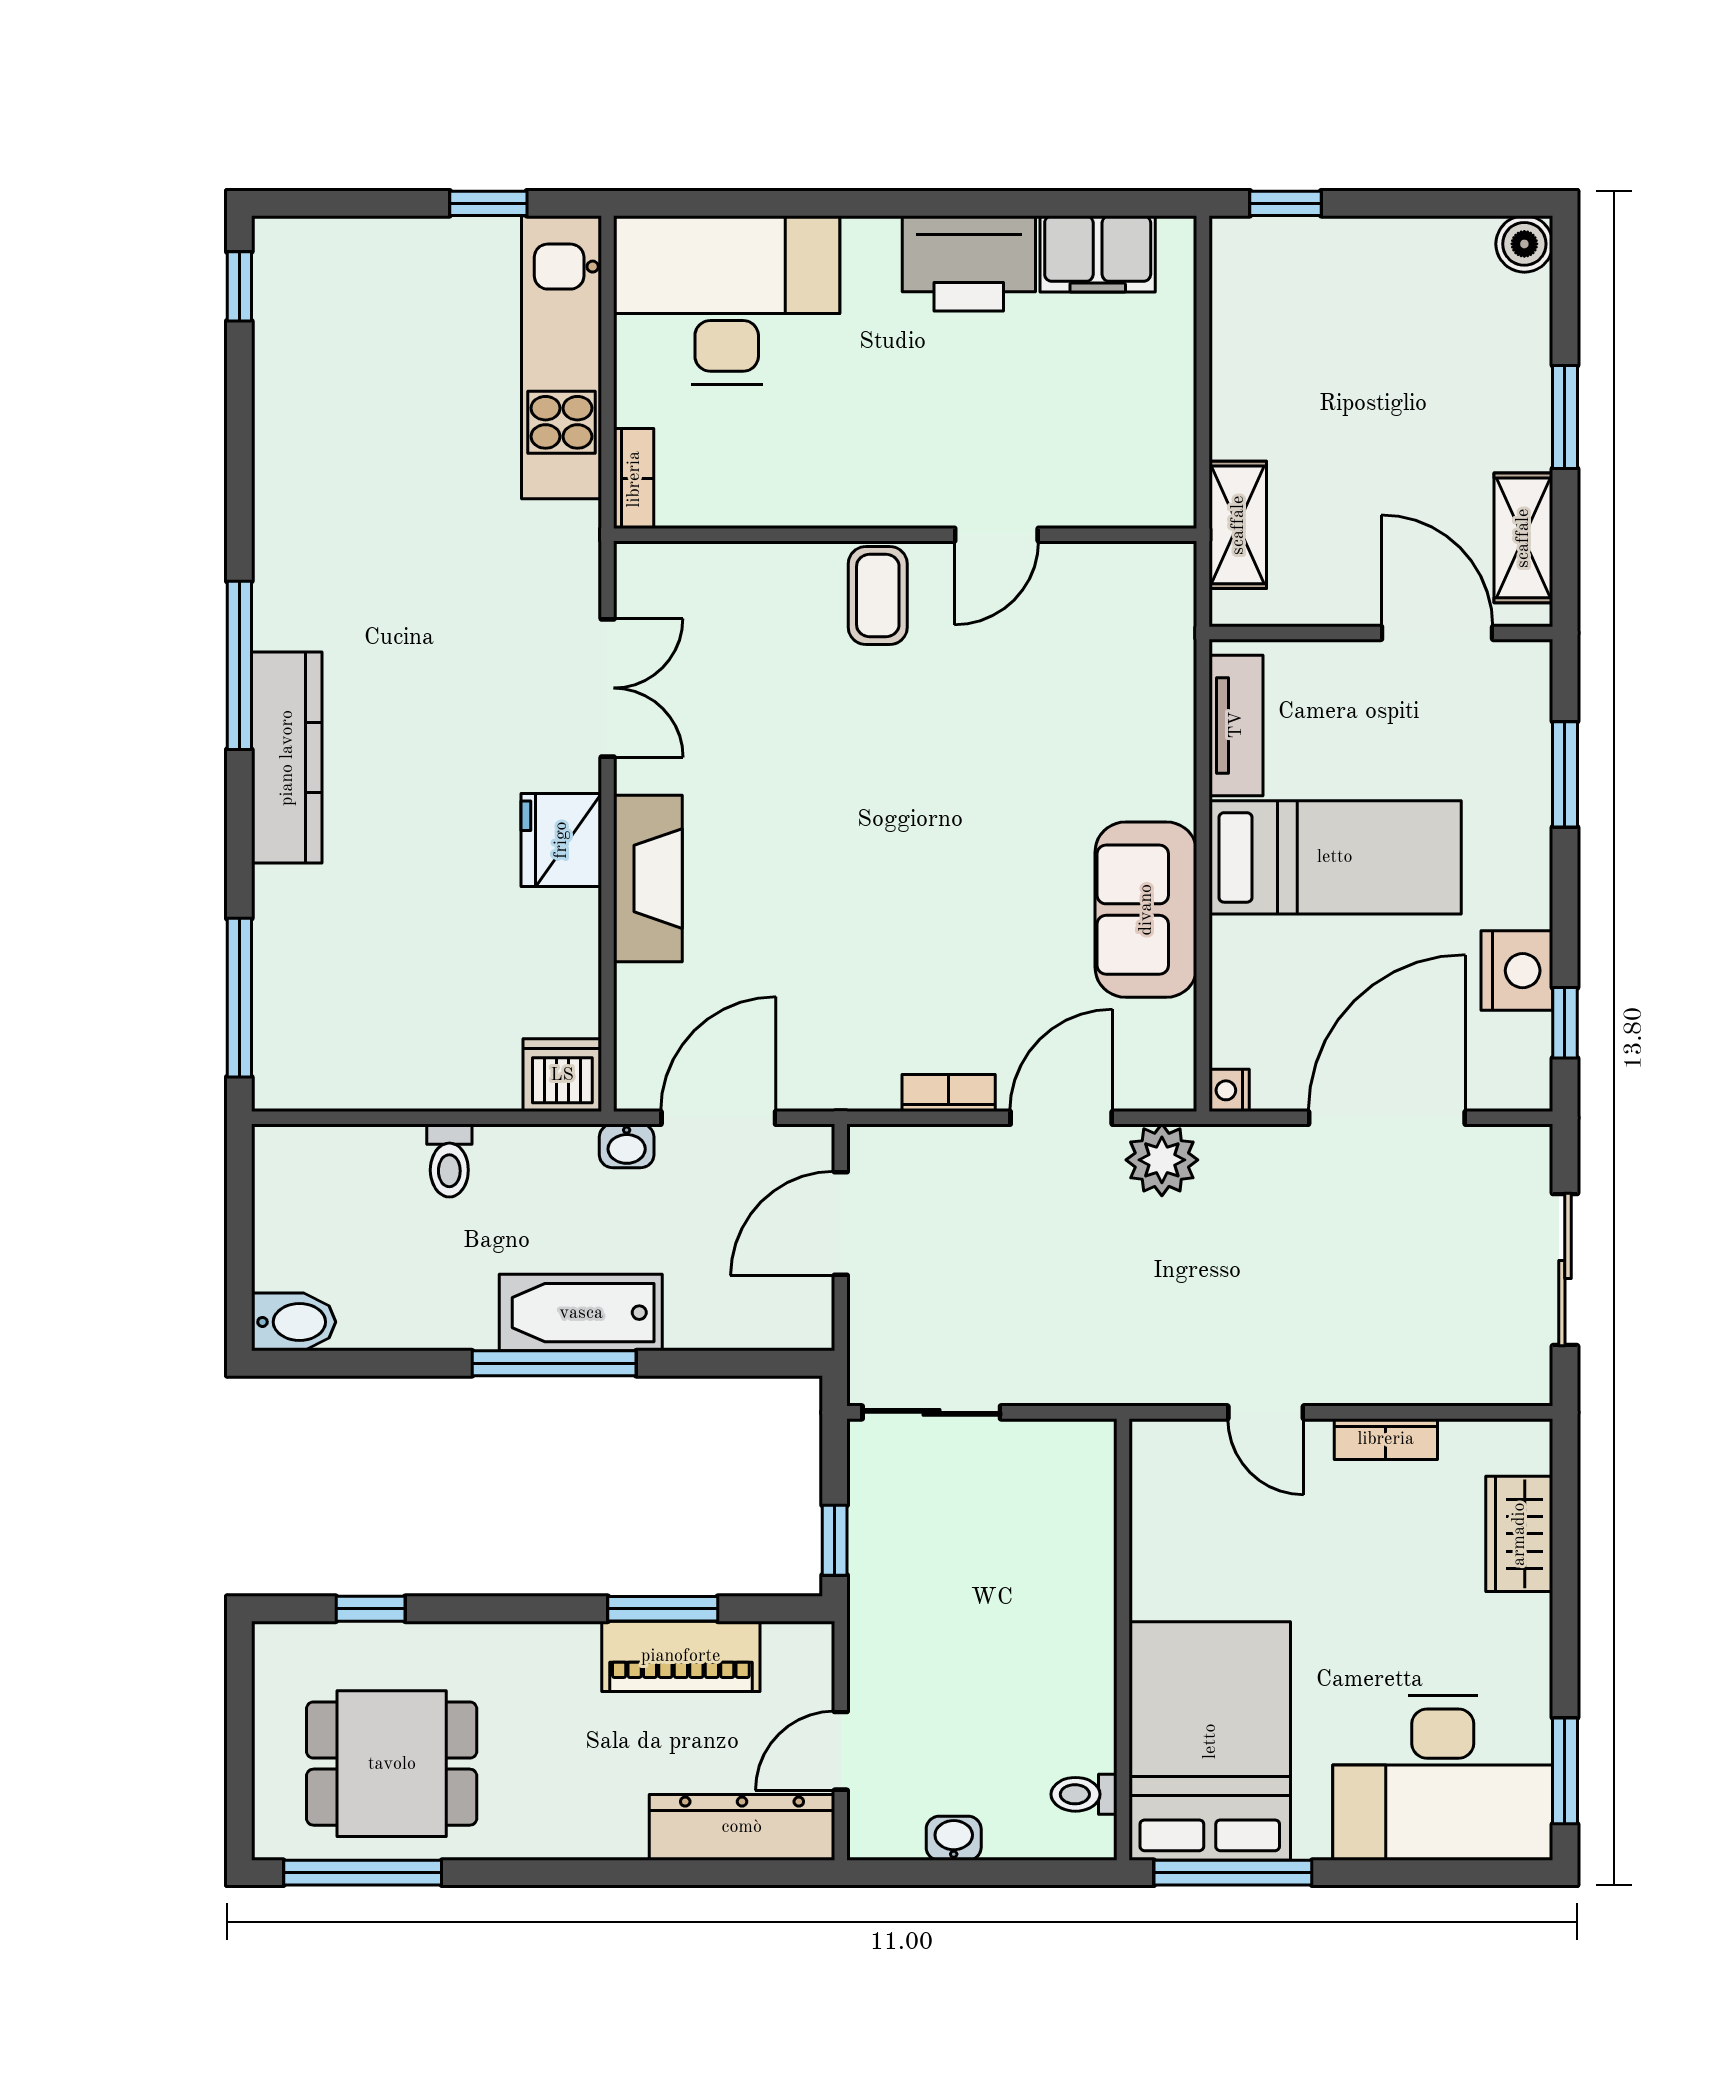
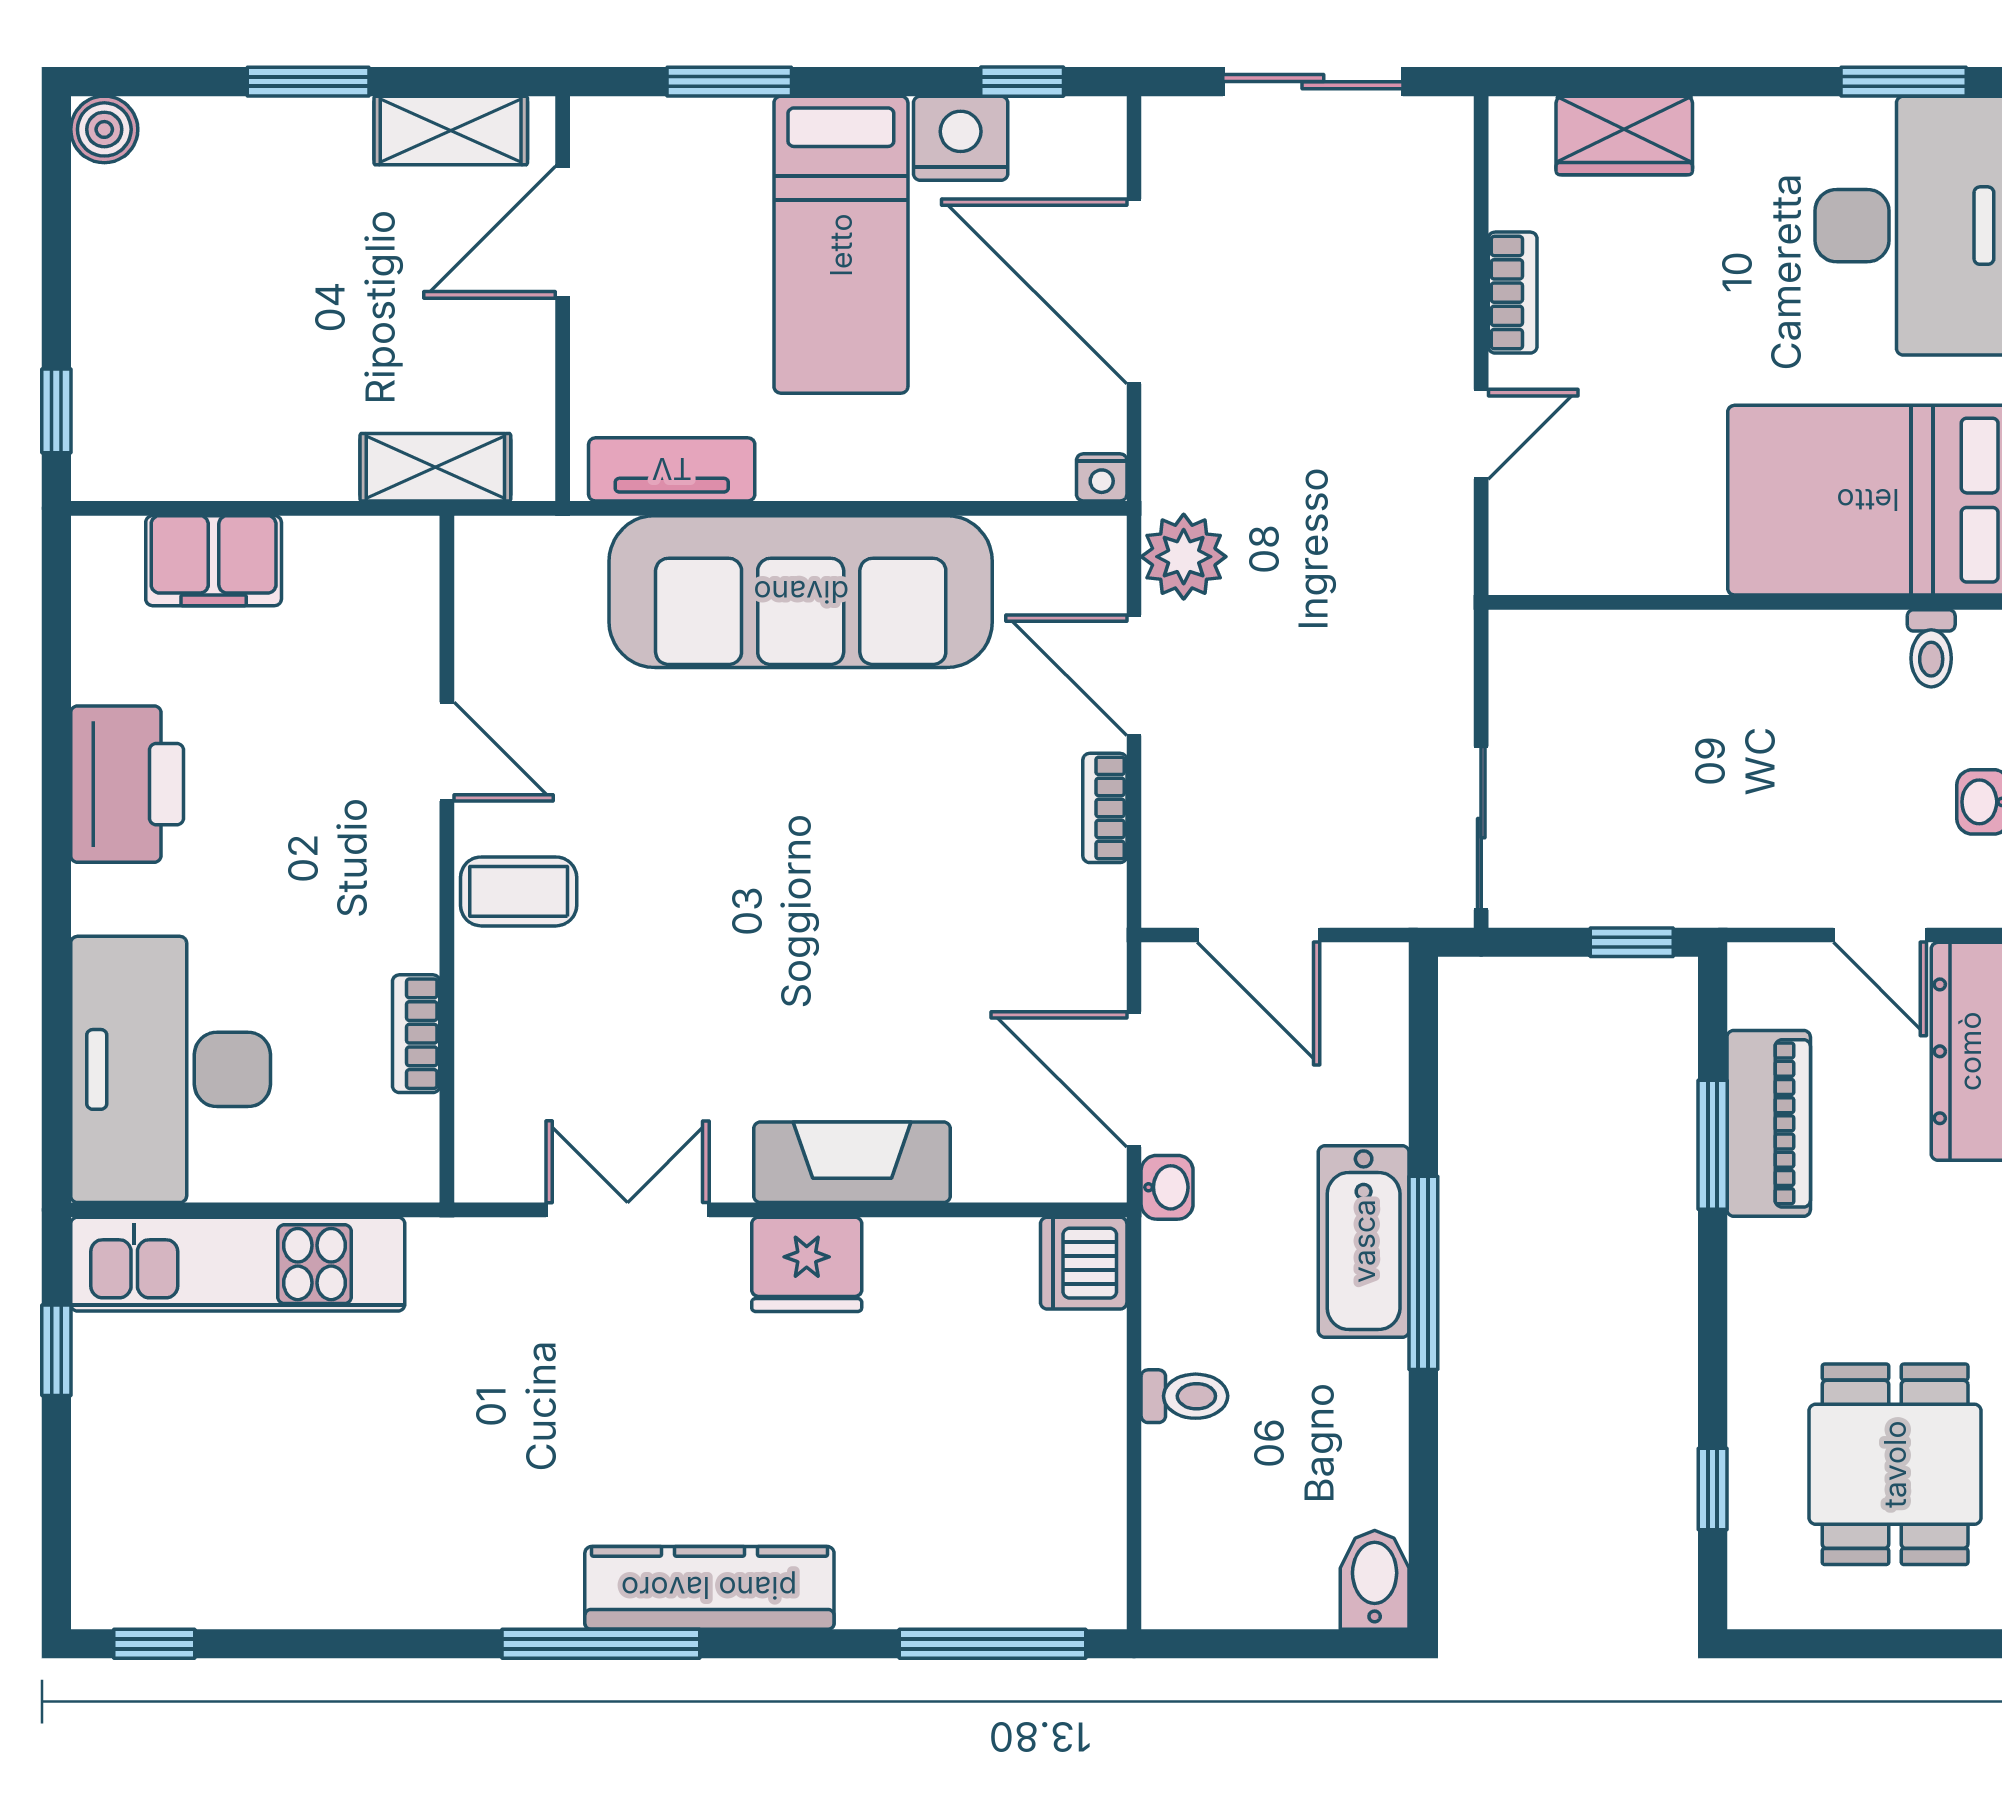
filing cabinet: (1098, 254) -> (214, 561), moved, turned 90
bookcase: (634, 479) -> (416, 1034), moved, turned -90
bed: (1335, 857) -> (841, 245), moved, turned 180
sofa: (1146, 910) -> (801, 592), width x1.85, depth x1.27

